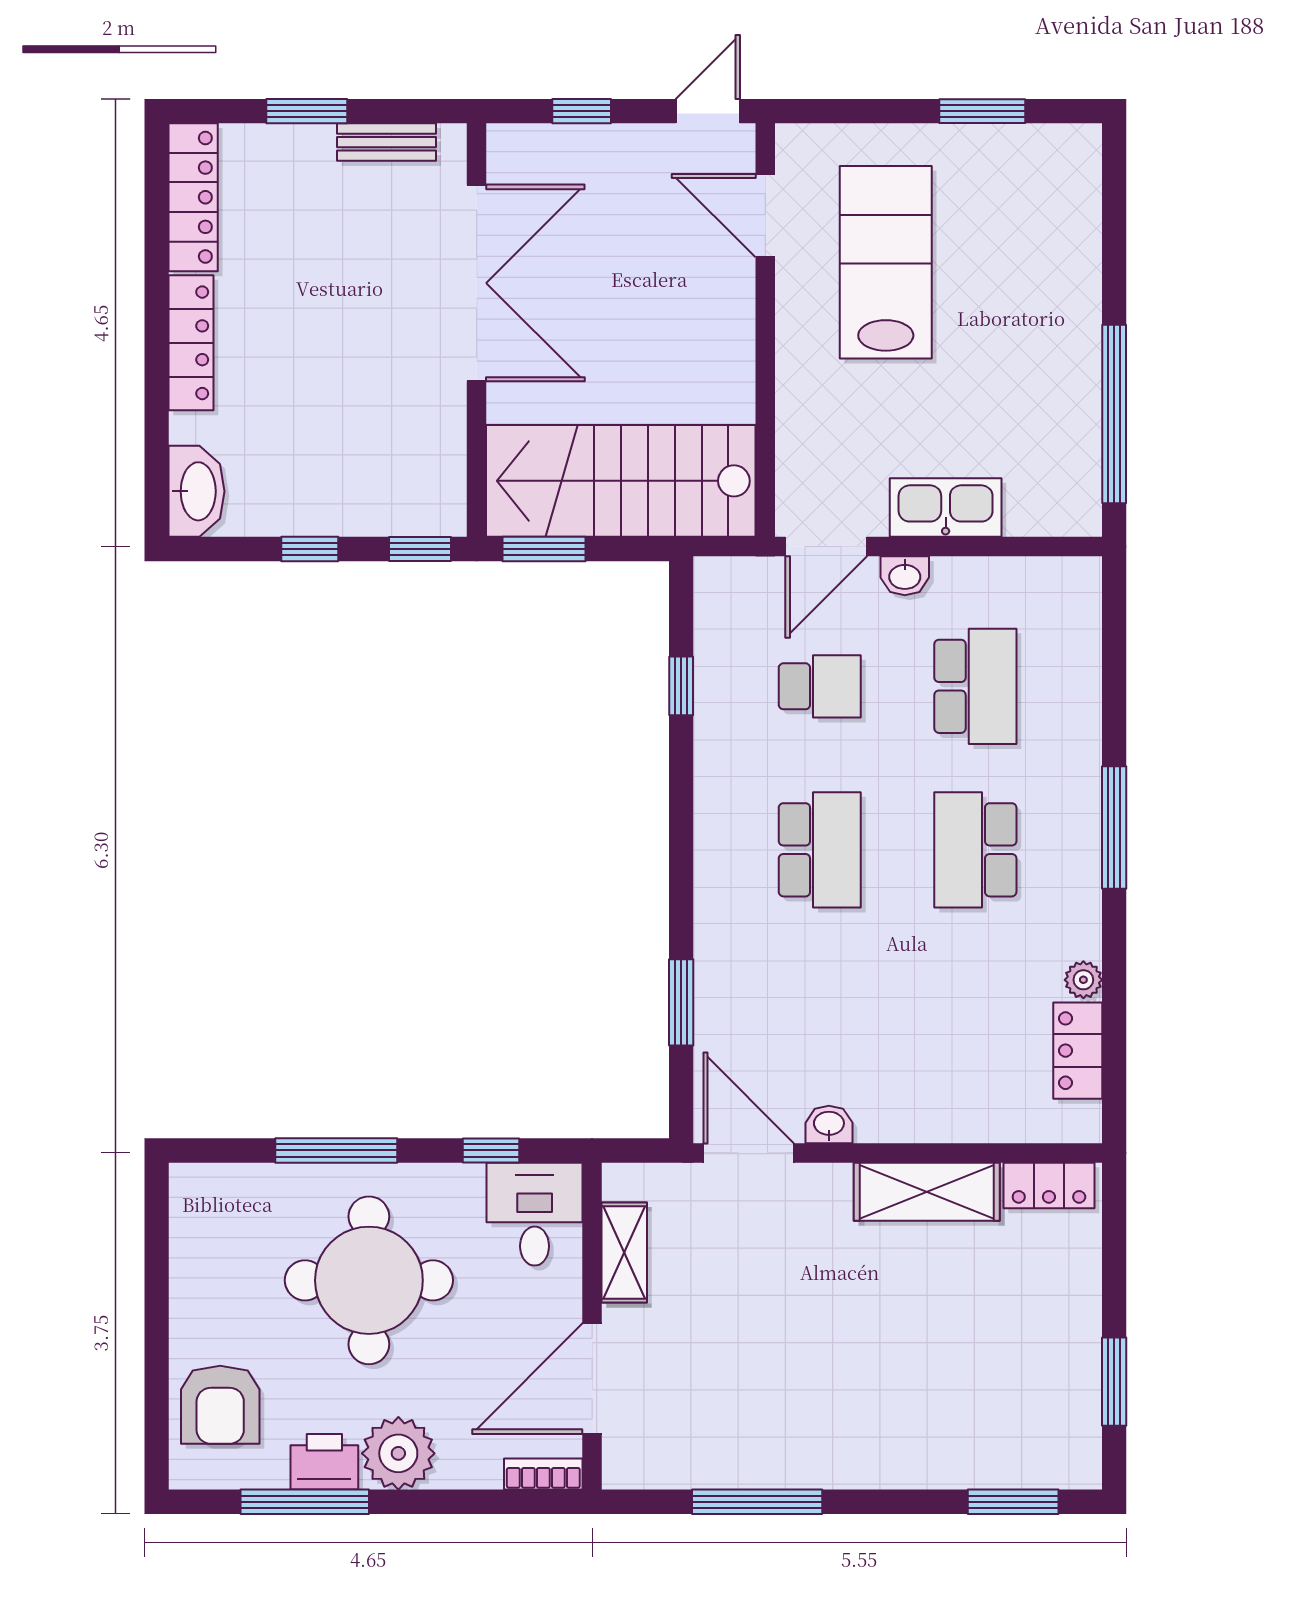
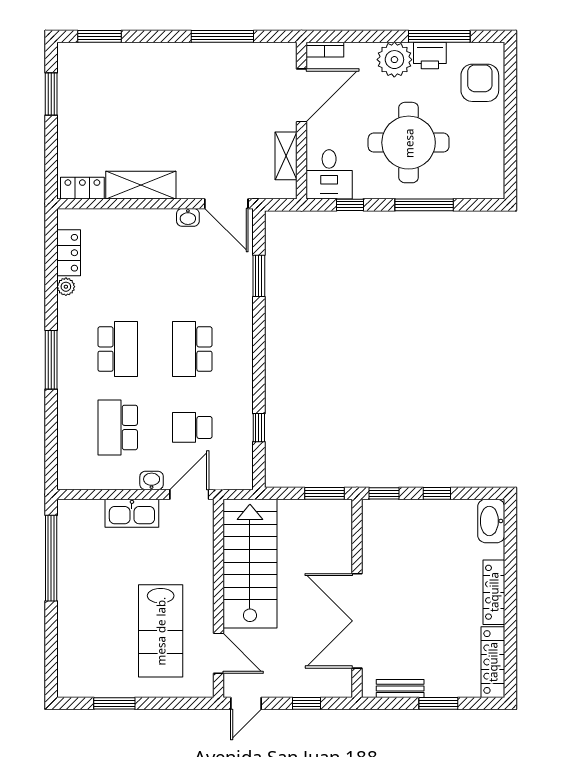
stairs: (621, 481) -> (250, 564), moved, turned -90

